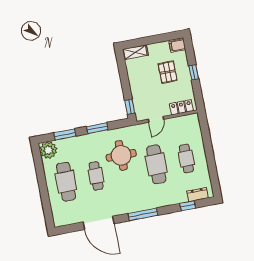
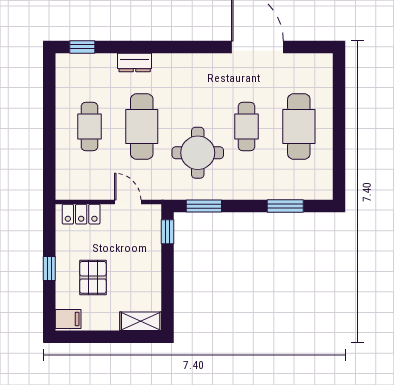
door: (156, 119) -> (128, 202), hinge flipped
window: (97, 128) -> (204, 206), moved
plant: (48, 150) -> (318, 185), removed
dresser: (198, 195) -> (135, 62), moved
window: (188, 206) -> (82, 47), moved
window: (143, 214) -> (180, 47), removed

